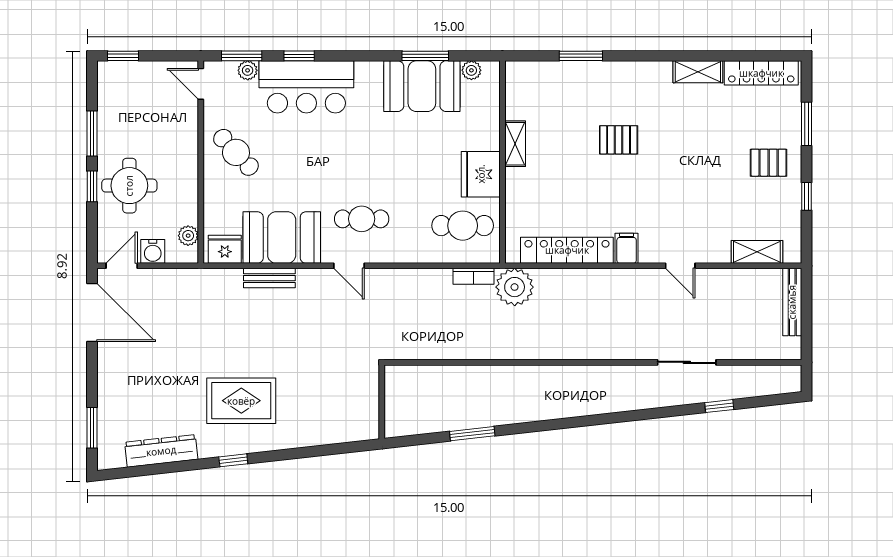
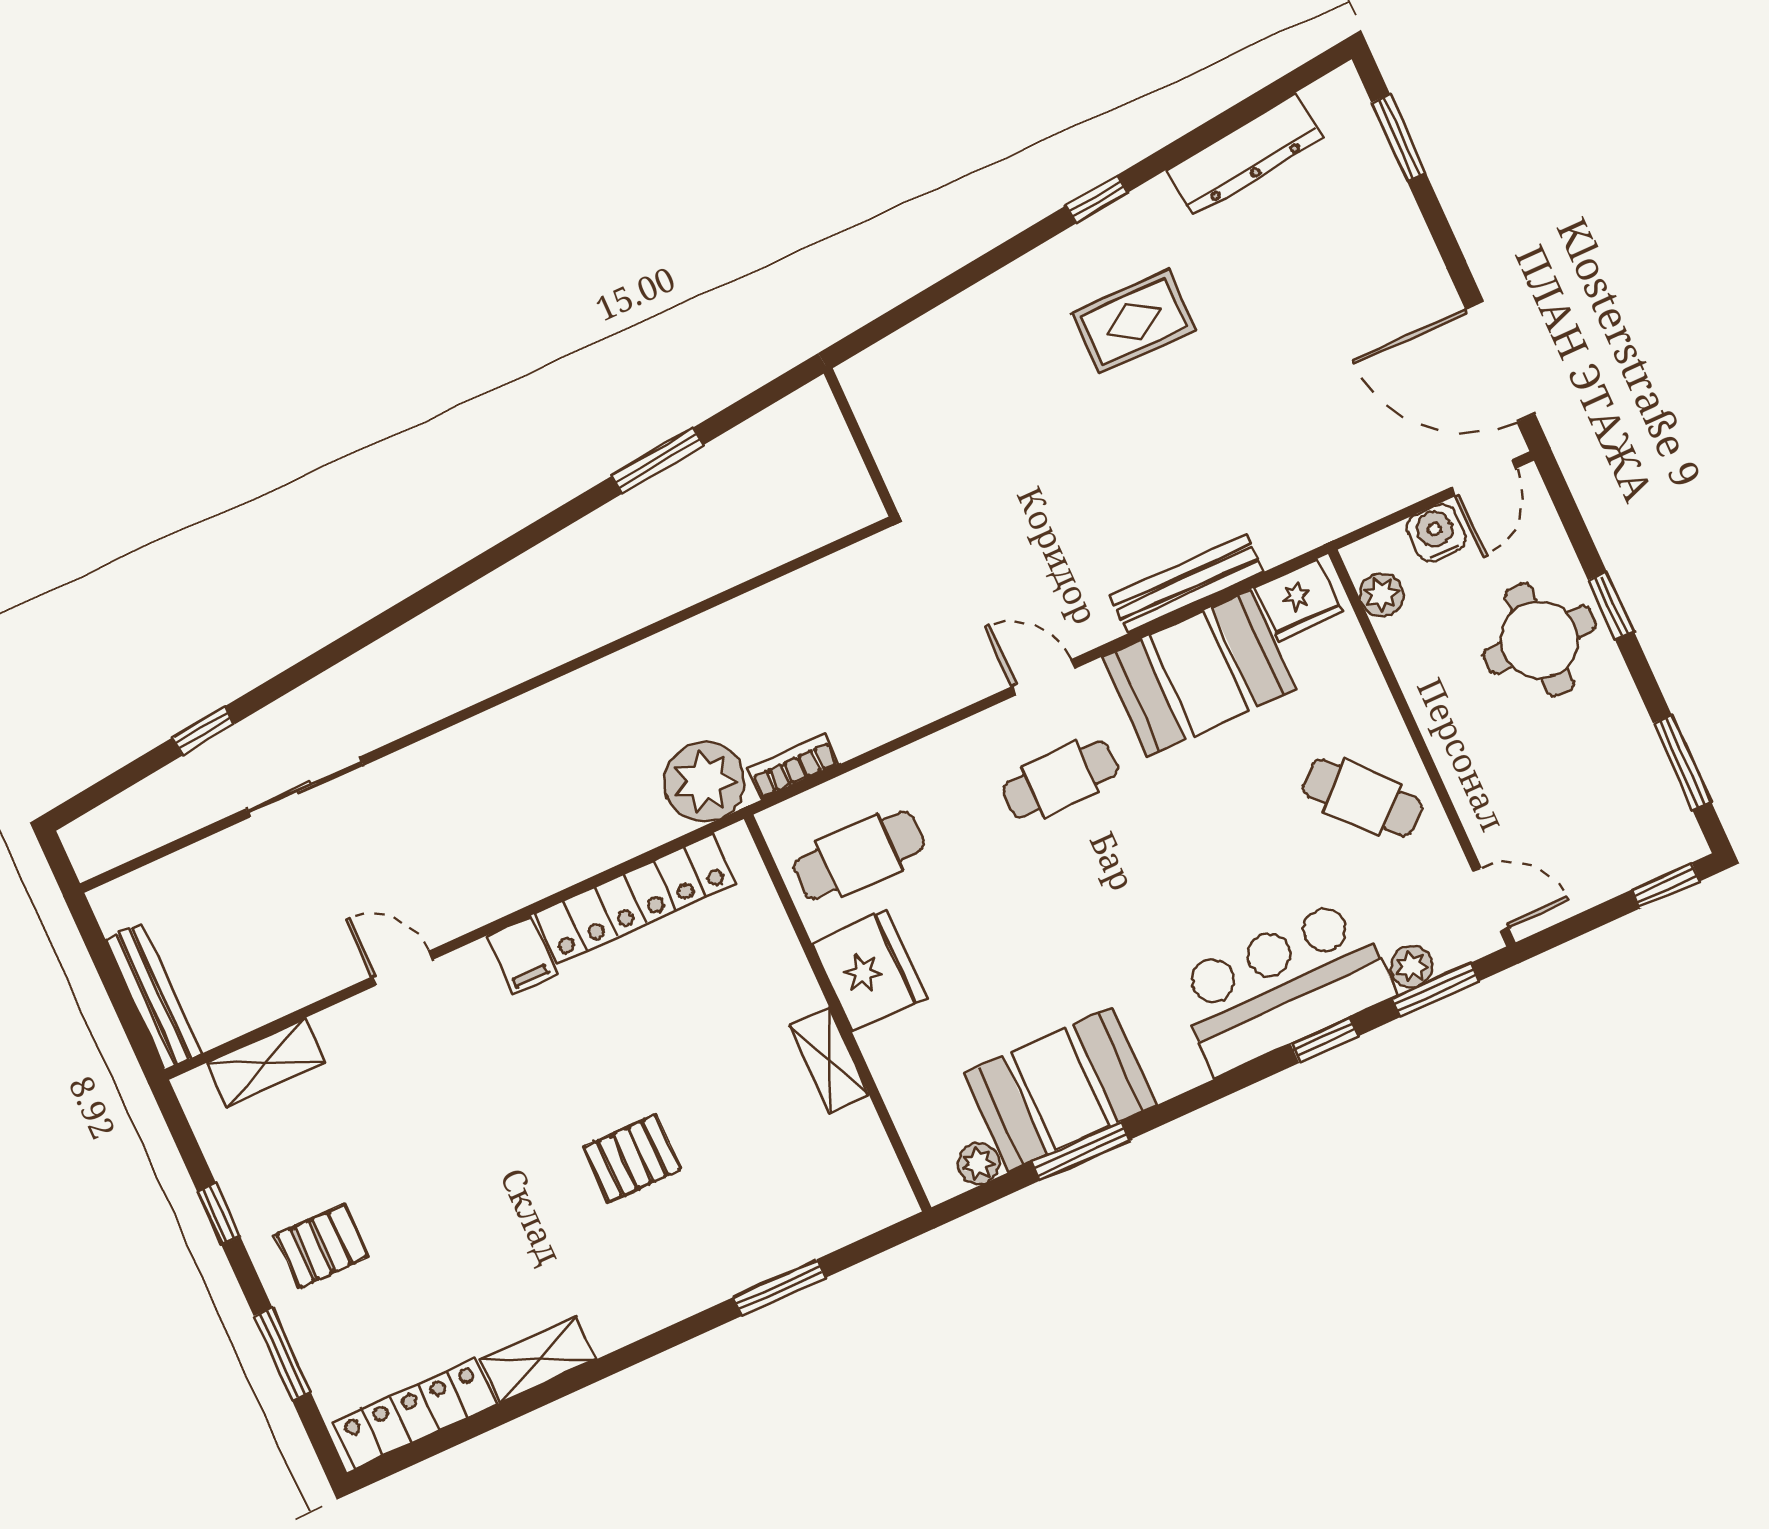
window: (92, 134) -> (1682, 763), moved
bench: (269, 278) -> (1187, 584), width x1.36
rug: (241, 401) -> (1134, 322), width x0.73, depth x0.70

